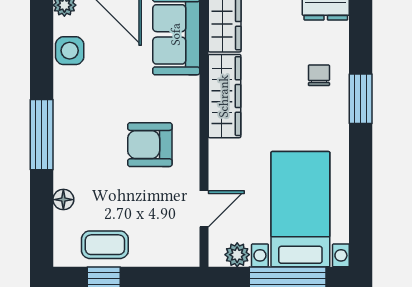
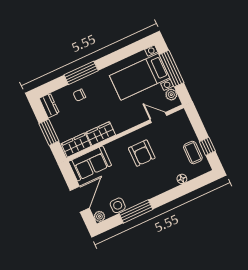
wardrobe: (224, 96) -> (101, 134), width x0.67
window: (361, 99) -> (81, 73), width x1.44
window: (42, 135) -> (136, 211), moved

